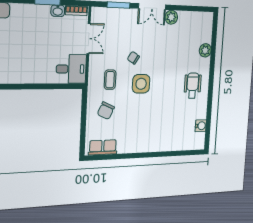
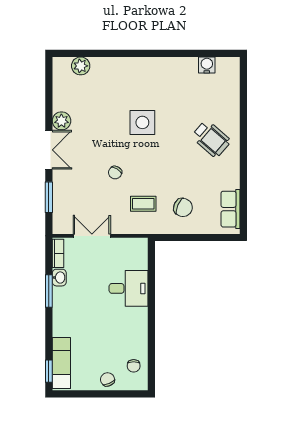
plant: (205, 50) -> (81, 66), moved
desk: (71, 69) -> (129, 288), moved, turned 90
side table: (141, 84) -> (142, 122), moved
wheelchair: (193, 86) -> (211, 139), moved, turned -139

